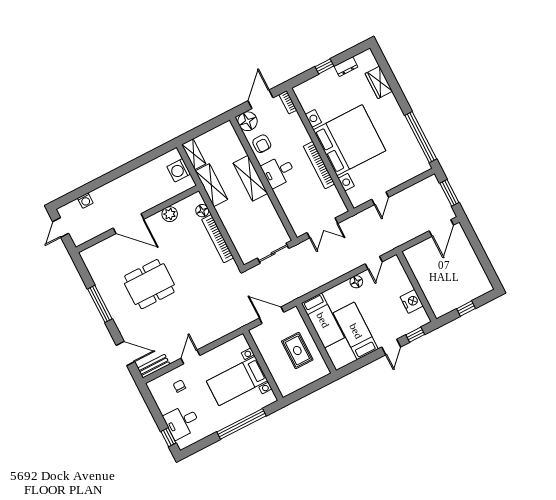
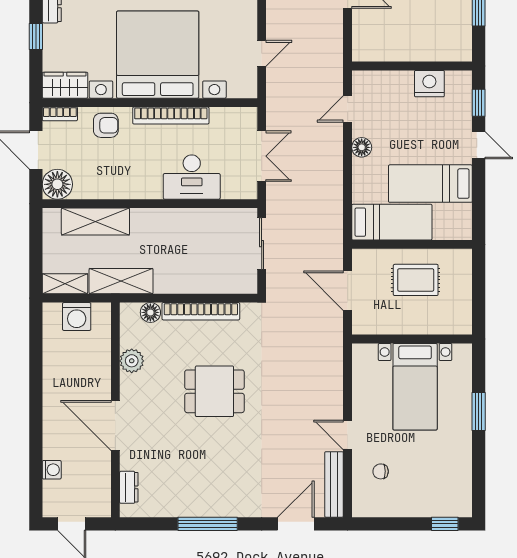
wardrobe: (305, 97) -> (65, 85), added
armchair: (262, 144) -> (106, 125), moved
desk: (278, 171) -> (192, 177), moved, width x1.37
shelving: (250, 178) -> (95, 221), moved
door: (380, 198) -> (262, 53), hinge flipped
door: (129, 224) -> (115, 425), swing flipped
dresser: (98, 249) -> (129, 487), added
door: (374, 263) -> (348, 109), swing flipped
dining table: (149, 284) -> (214, 391), moved, width x0.73
door: (272, 315) -> (348, 291), hinge flipped
bench: (154, 366) -> (334, 484), width x1.36
desk: (182, 422) -> (433, 494), removed
window: (242, 424) -> (479, 411), width x0.47

